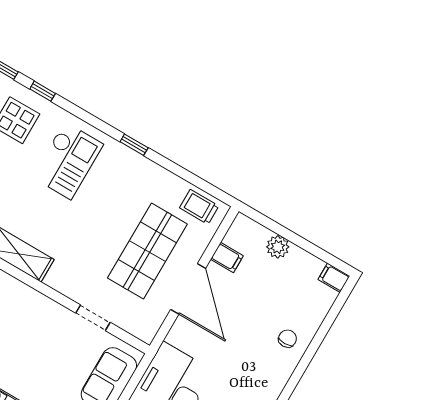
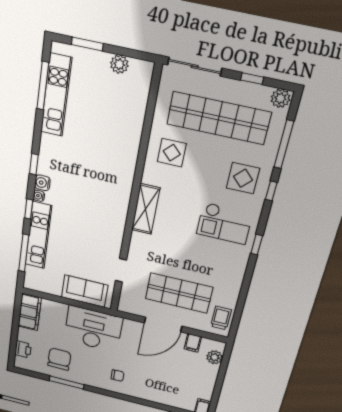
window: (134, 145) -> (257, 245), moved
plant: (278, 247) -> (214, 357), moved
chair: (287, 339) -> (117, 376), moved

